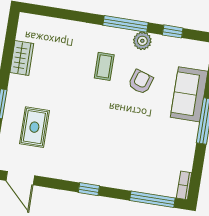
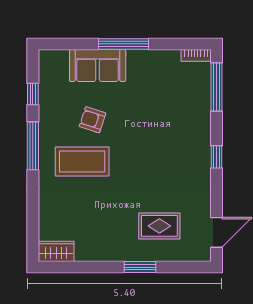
plant: (142, 41) -> (48, 125), removed
wardrobe: (22, 58) -> (56, 251), moved
coffee table: (104, 66) -> (82, 162), width x1.86, depth x1.72

